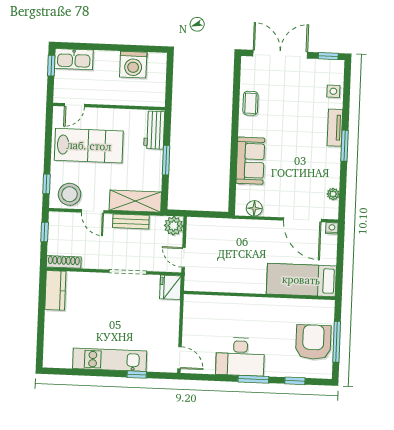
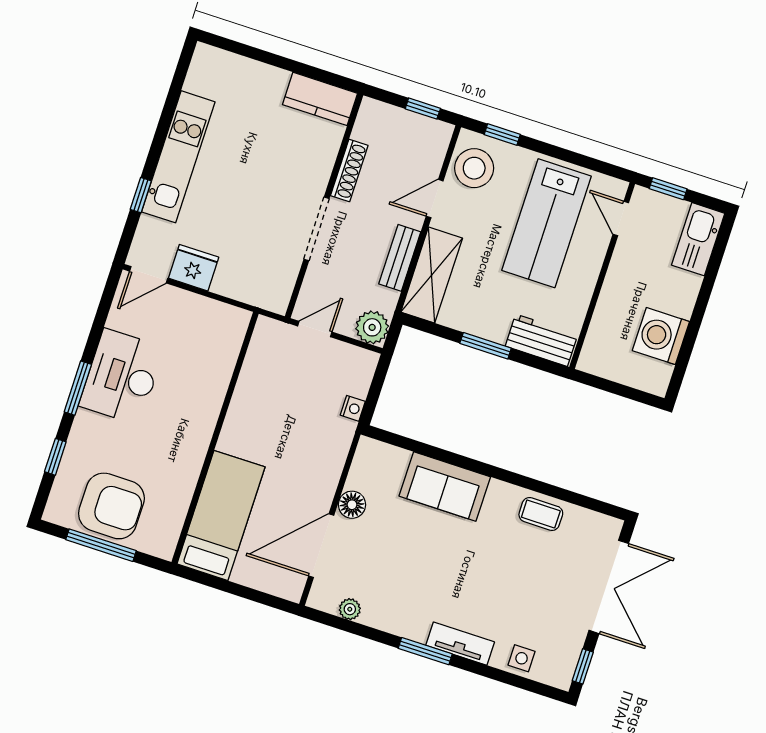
window: (51, 66) -> (668, 189), moved
floor lamp: (254, 208) -> (352, 505), moved
nightstand: (332, 228) -> (353, 408), moved
shoe rack: (64, 262) -> (349, 170), moved
fridge: (170, 287) -> (194, 268), moved

